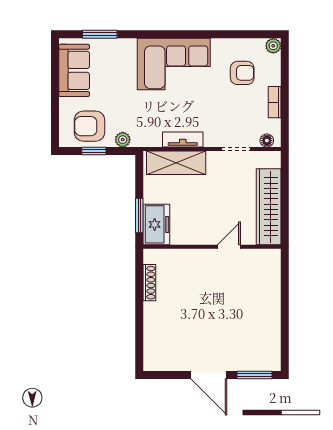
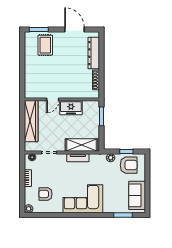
freezer: (156, 224) -> (71, 108), moved, turned -90
dresser: (154, 332) -> (94, 53), added
rug: (243, 346) -> (45, 45), added
door: (209, 375) -> (75, 30), moved

